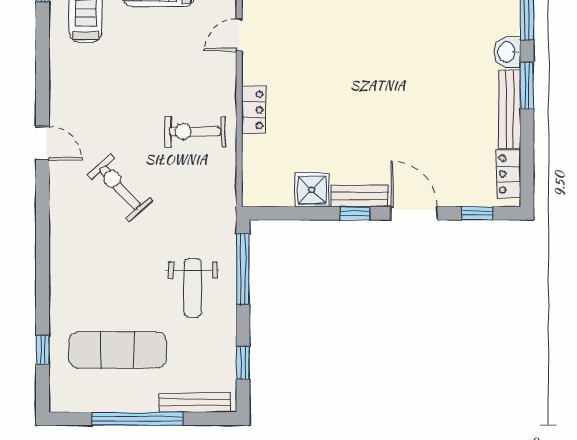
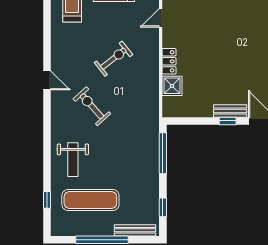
exercise bike: (195, 131) -> (113, 59), moved, turned 142
shower: (312, 190) -> (172, 86), moved
weight bench: (193, 288) -> (73, 160), moved

